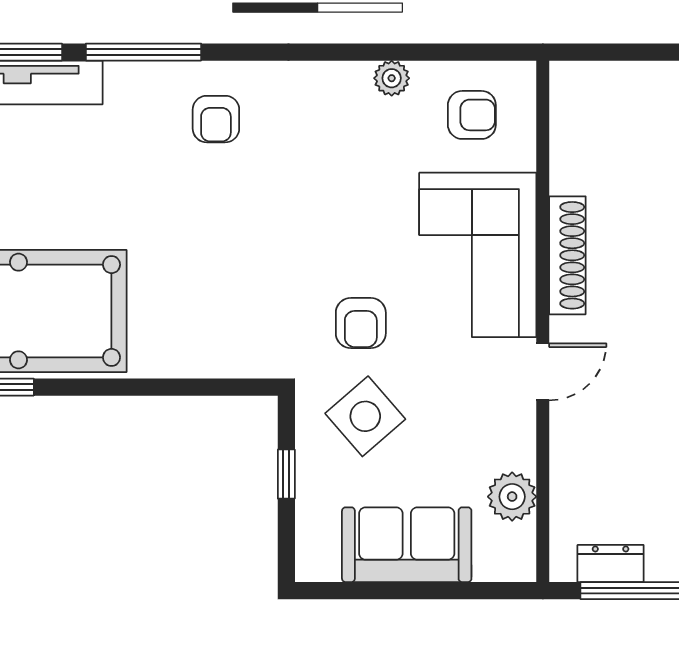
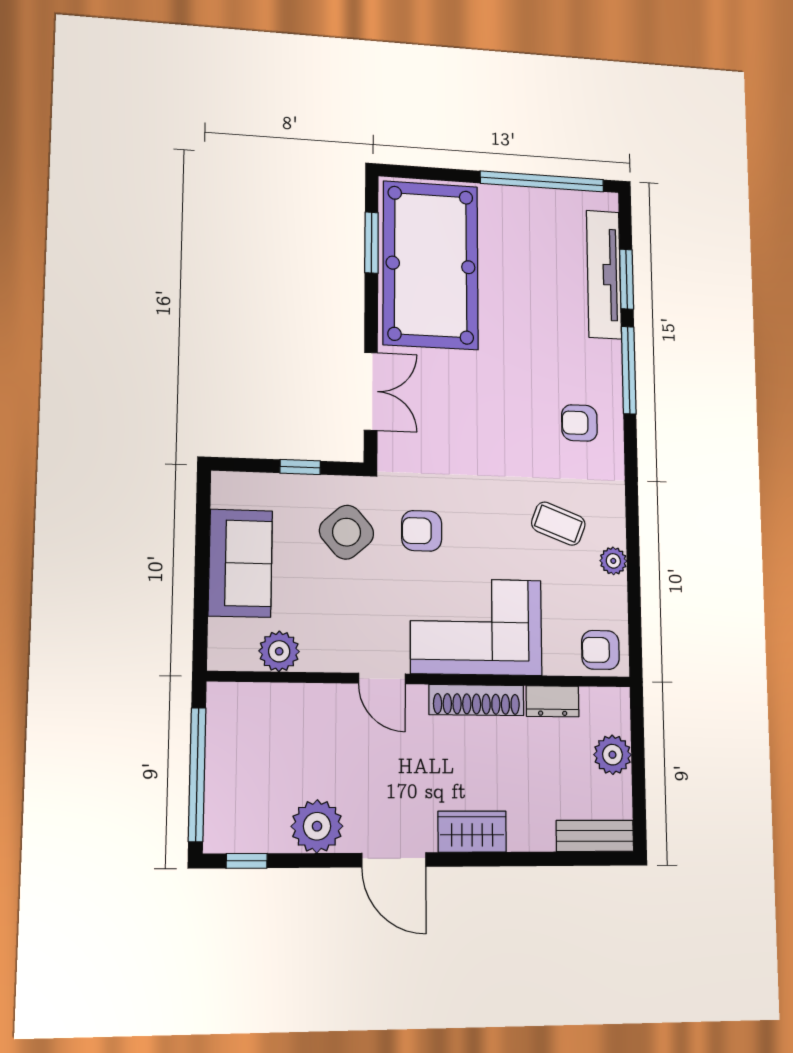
plant: (632, 85) -> (612, 755), added
armchair: (472, 115) -> (600, 650), moved, turned 90
coffee table: (346, 149) -> (558, 524), added
double door: (187, 387) -> (371, 391), added
dresser: (611, 564) -> (552, 701), moved, turned 90

